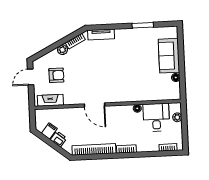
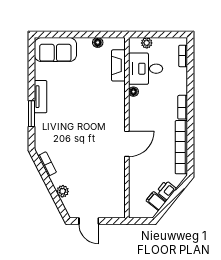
window: (143, 25) -> (31, 114), moved
tv unit: (101, 35) -> (41, 97), moved
plant: (63, 50) -> (63, 191), moved
sofa: (169, 56) -> (55, 50), moved
armchair: (56, 75) -> (88, 189), removed
fireplace: (50, 100) -> (118, 65), moved

